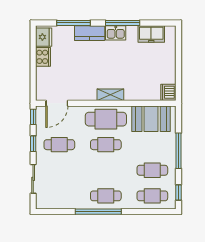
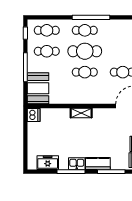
cafe table: (106, 119) -> (85, 51), moved
booth: (151, 119) -> (38, 88), moved, turned 90

